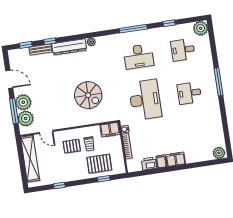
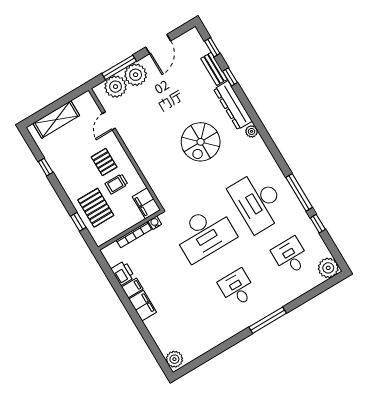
window: (133, 29) -> (299, 192), moved
desk: (139, 56) -> (258, 202), width x1.36, depth x1.30
spiral stairs: (88, 95) -> (201, 142), moved
shelving: (30, 159) -> (56, 119), width x0.68

